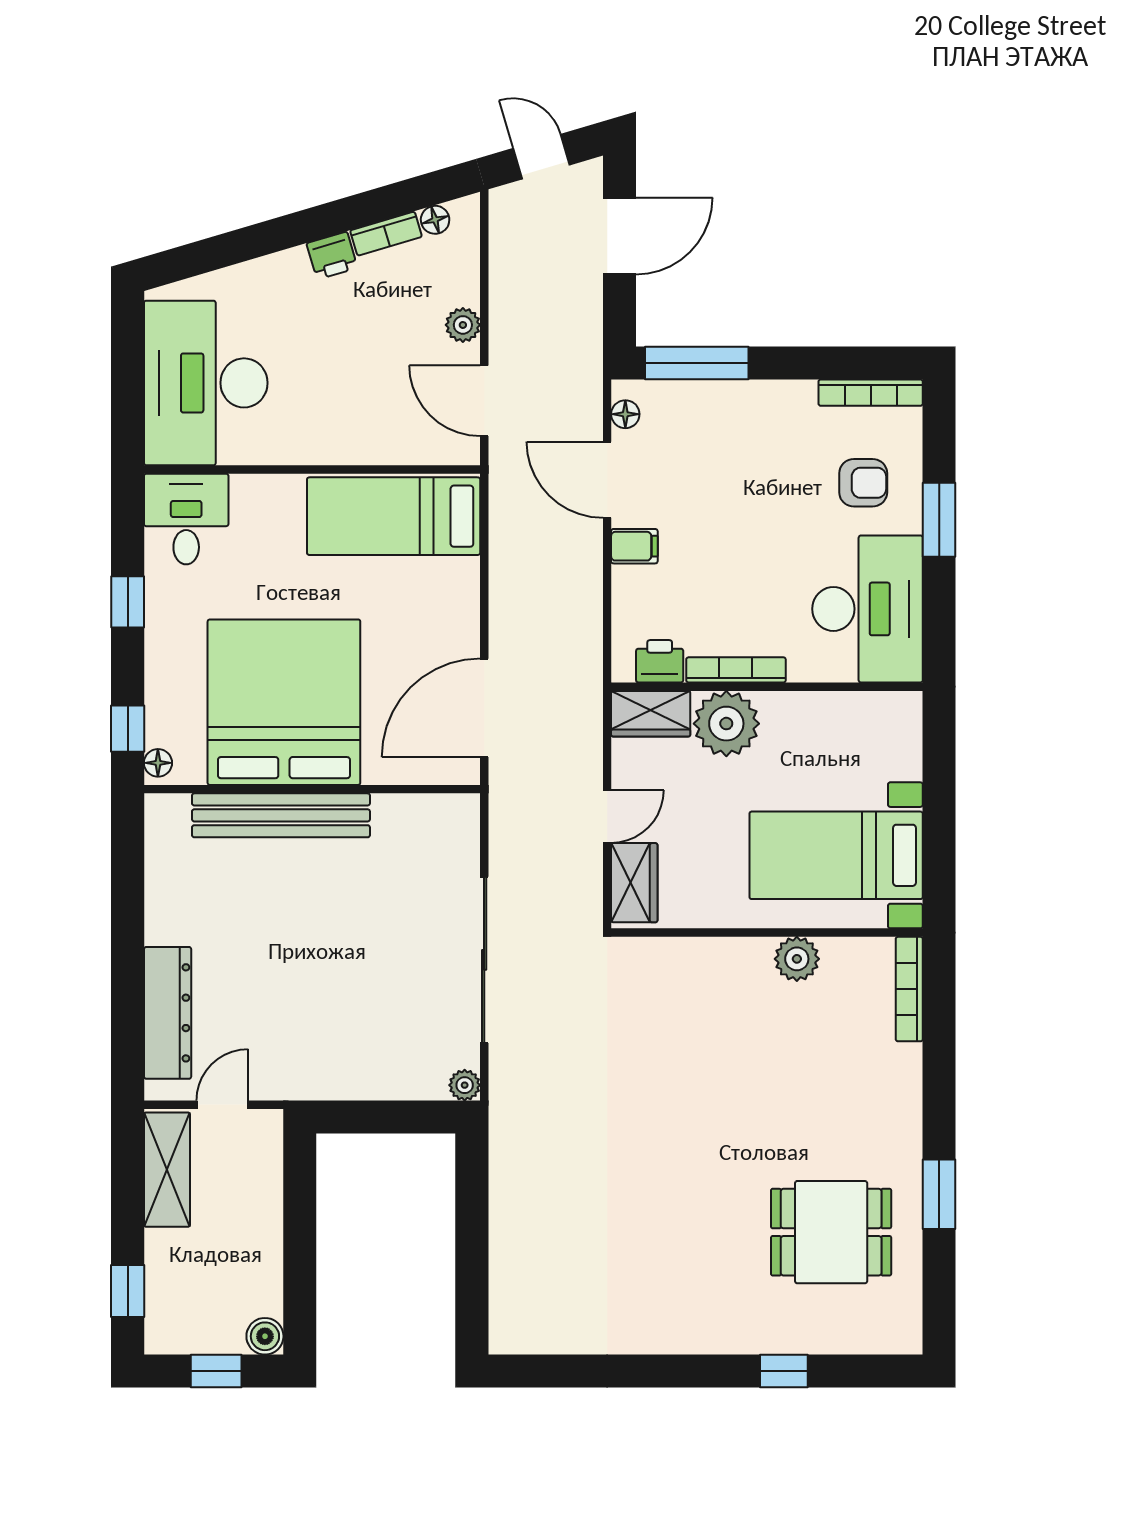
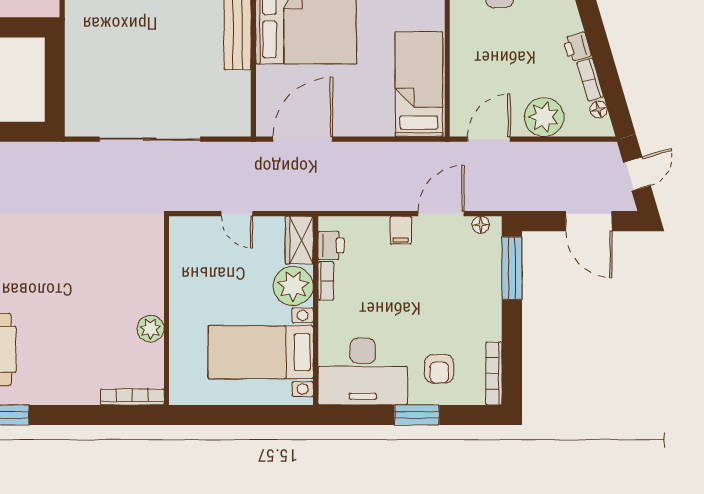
plant: (463, 325) -> (544, 117), width x1.87, depth x1.87
bookcase: (736, 670) -> (326, 281), width x0.64
door: (484, 708) -> (303, 139), hinge flipped
bed with nightstands: (836, 855) -> (261, 352), moved, turned -90
wardrobe: (634, 883) -> (197, 230), removed
plant: (465, 1085) -> (74, 127), removed

